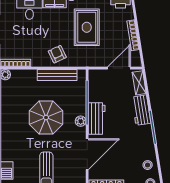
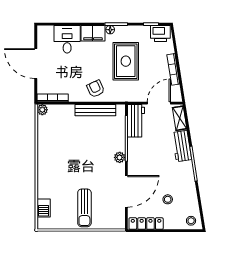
parasol: (46, 117) -> (84, 154), removed
workbench: (97, 119) -> (136, 121), moved
stool: (148, 165) -> (168, 199), moved

